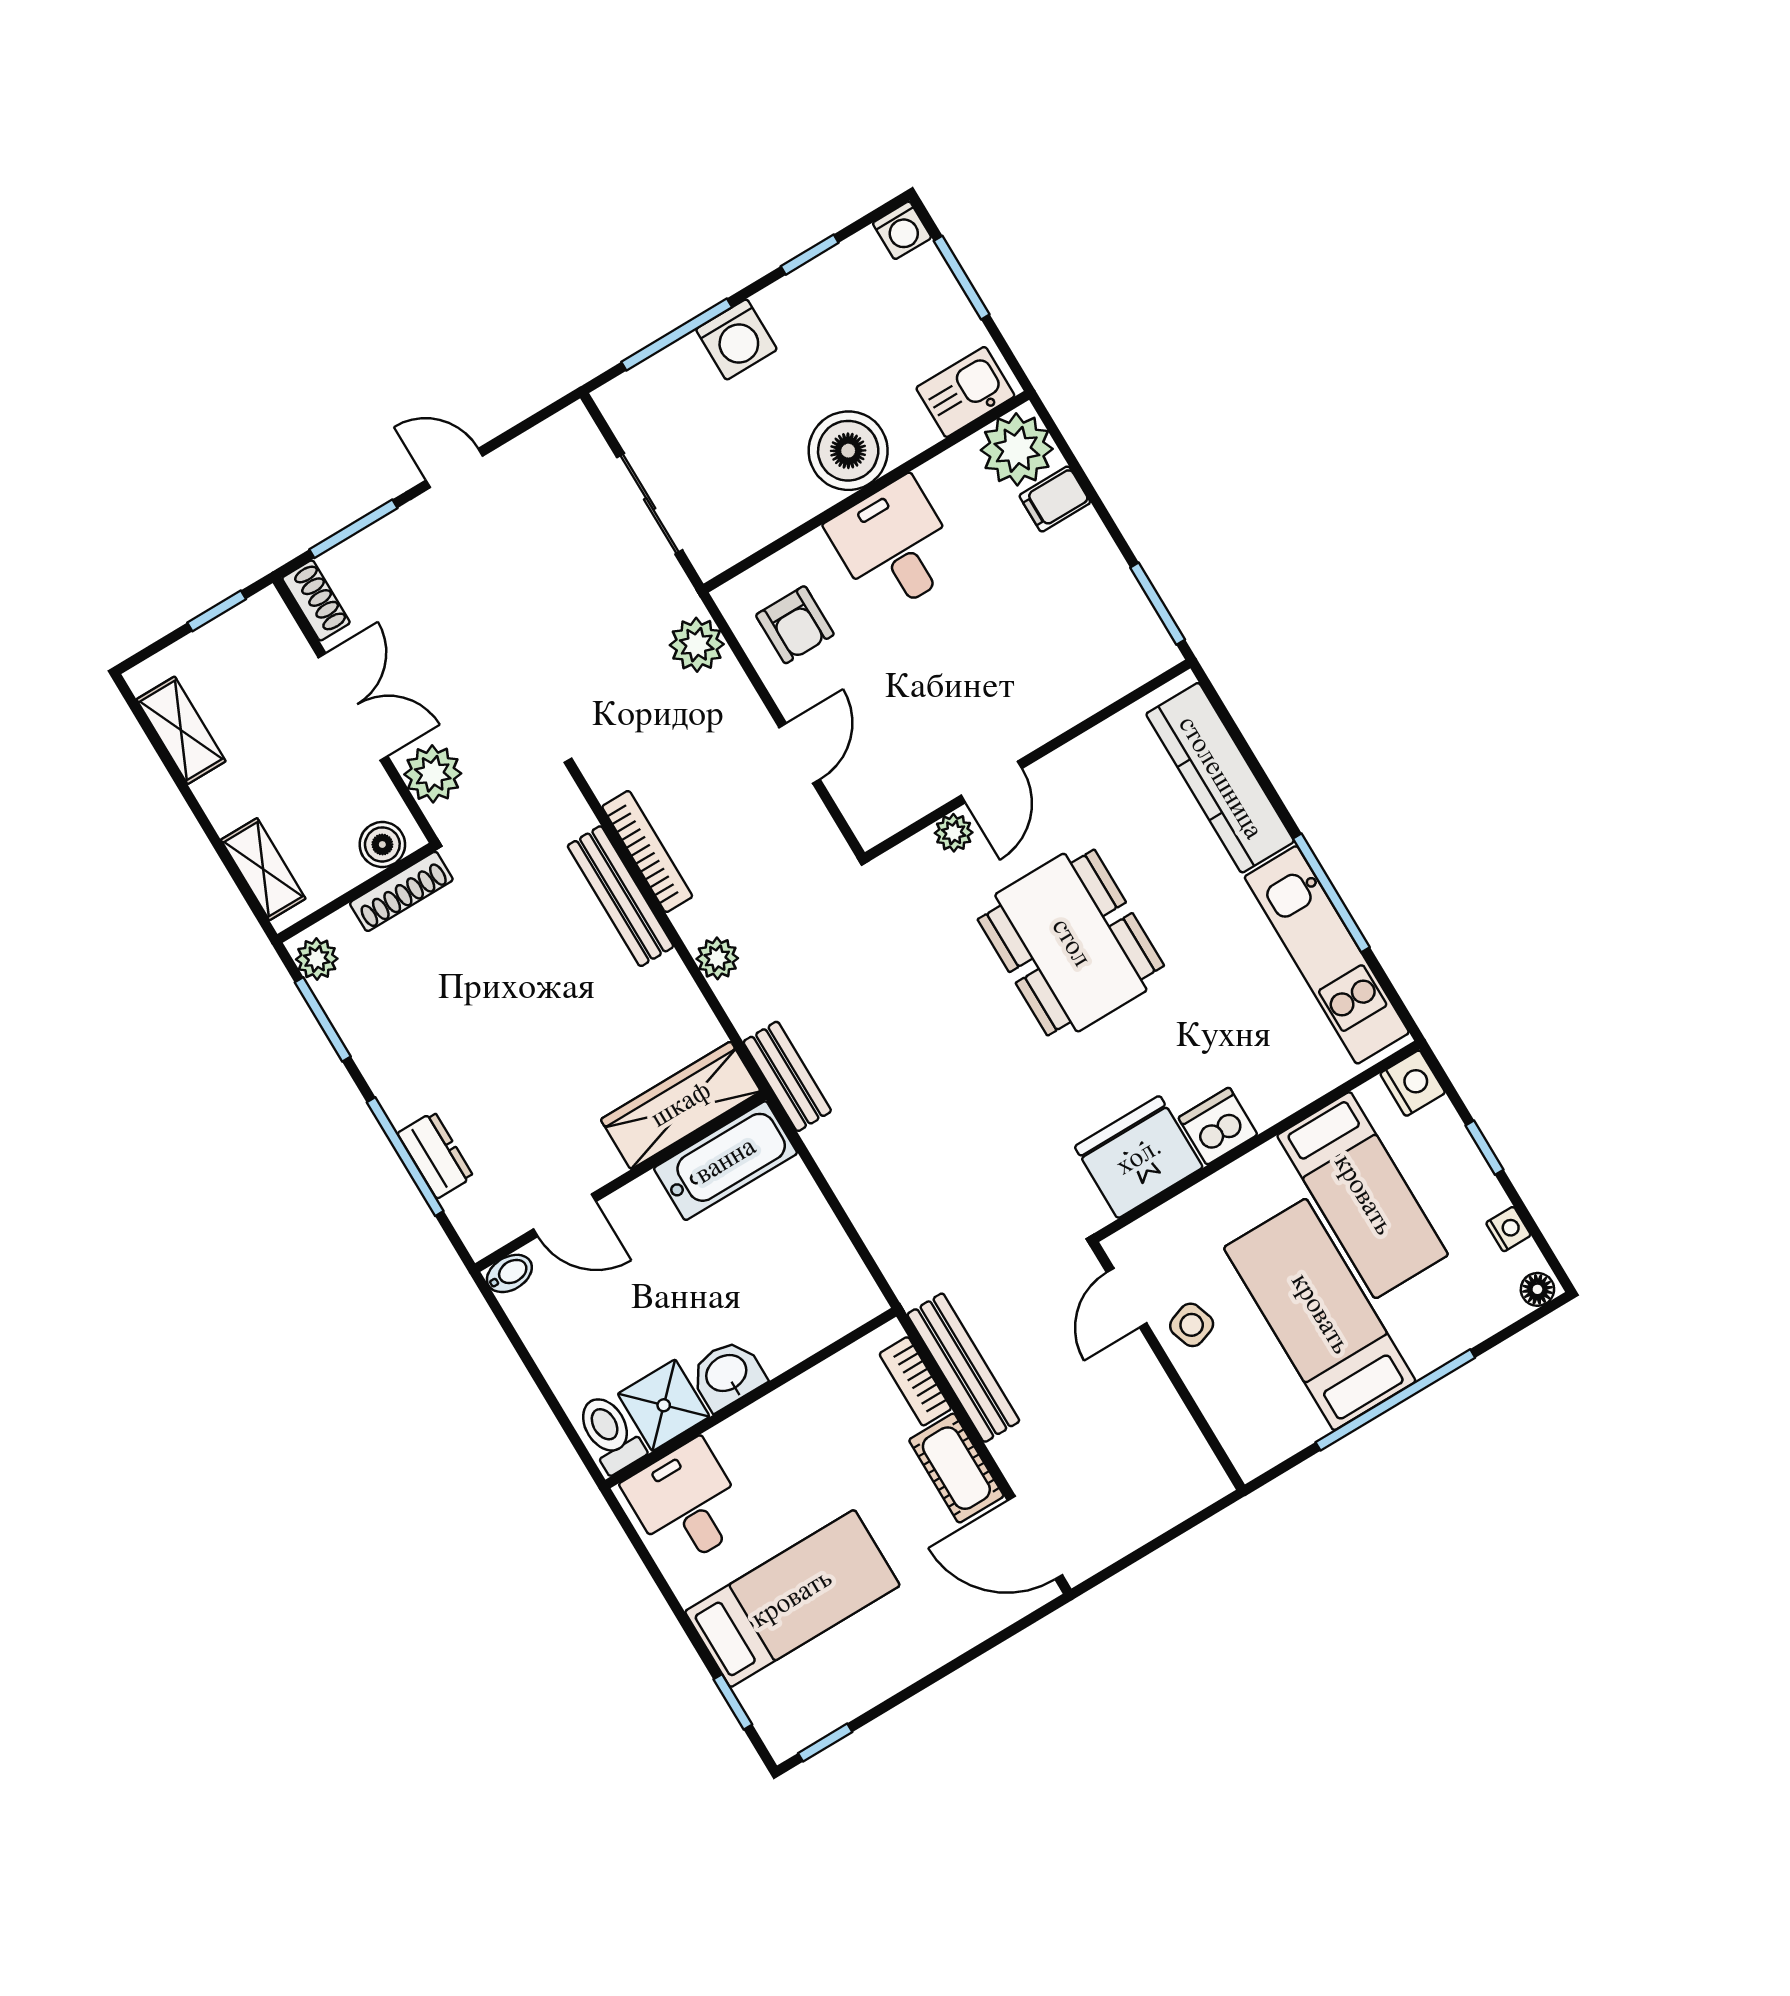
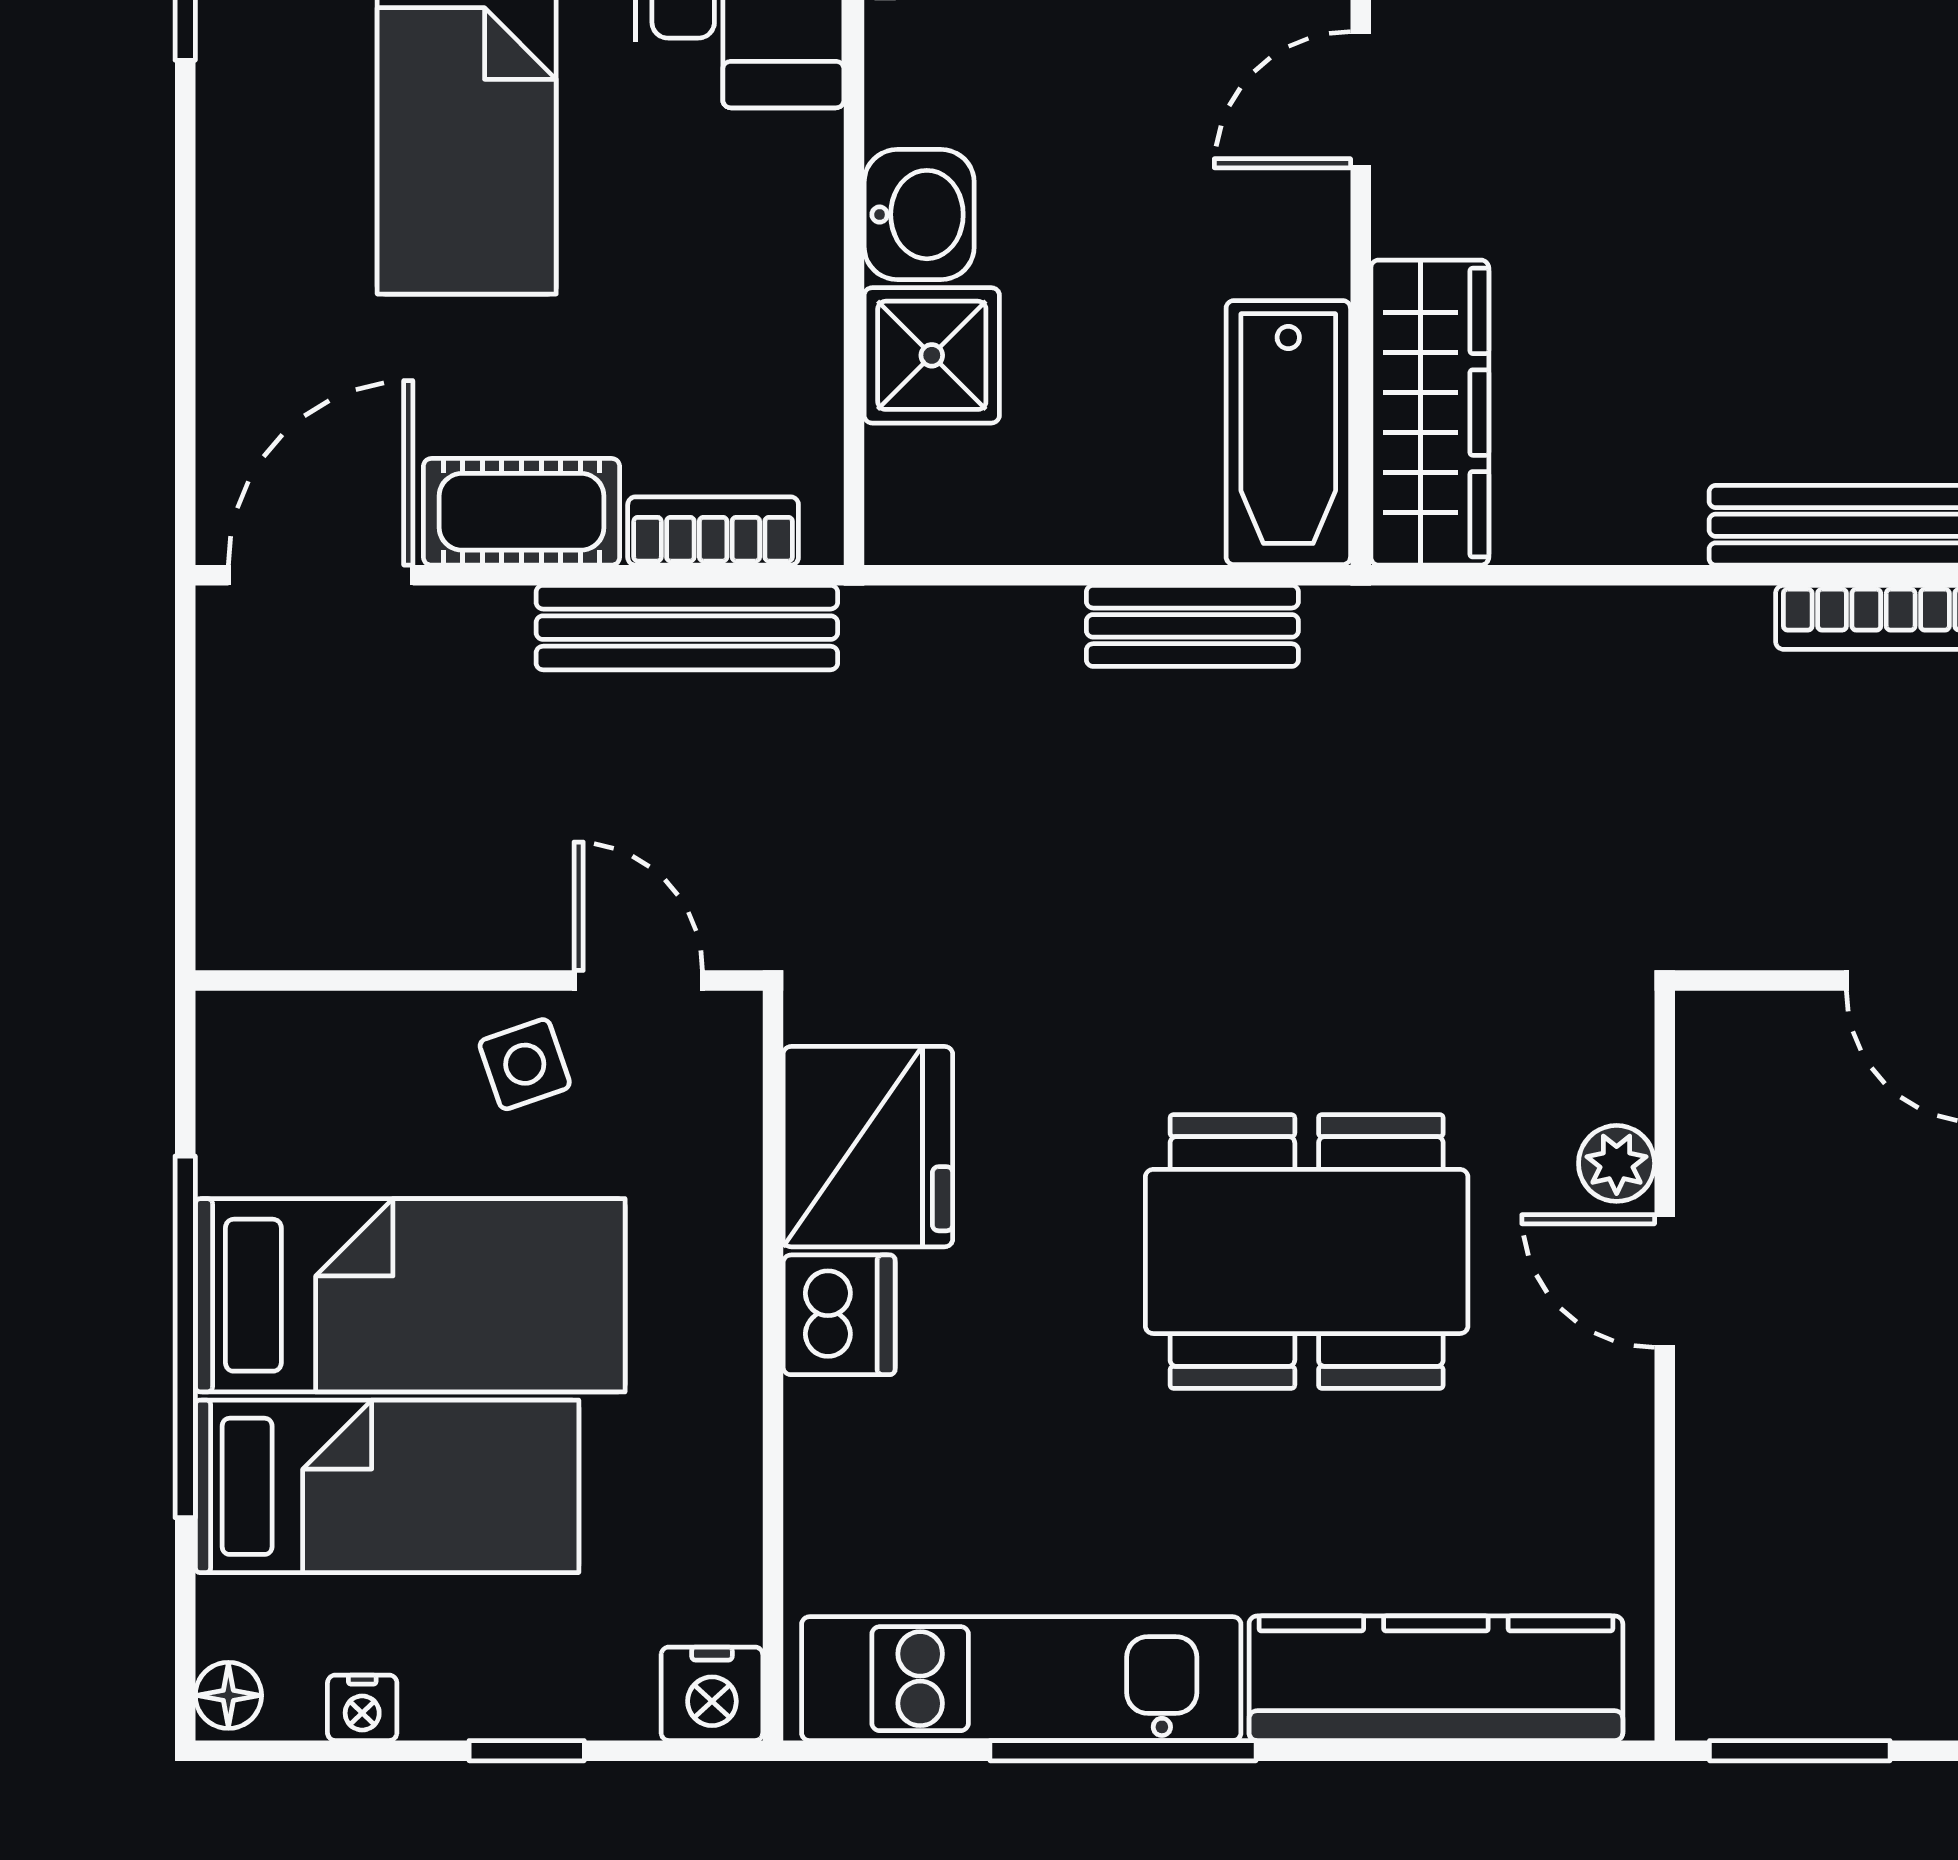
plant: (717, 958) -> (1644, 627), removed
bench: (787, 1076) -> (1192, 626), moved
bed: (1363, 1195) -> (387, 1486), moved, turned 180
shower: (664, 1405) -> (932, 355), moved

